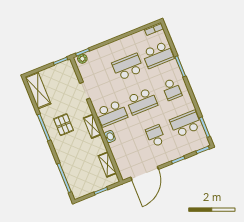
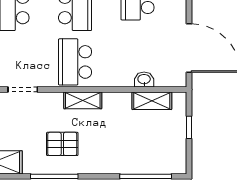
school desk: (112, 113) -> (75, 62), turned 180
washbasin: (110, 137) -> (144, 80), moved

